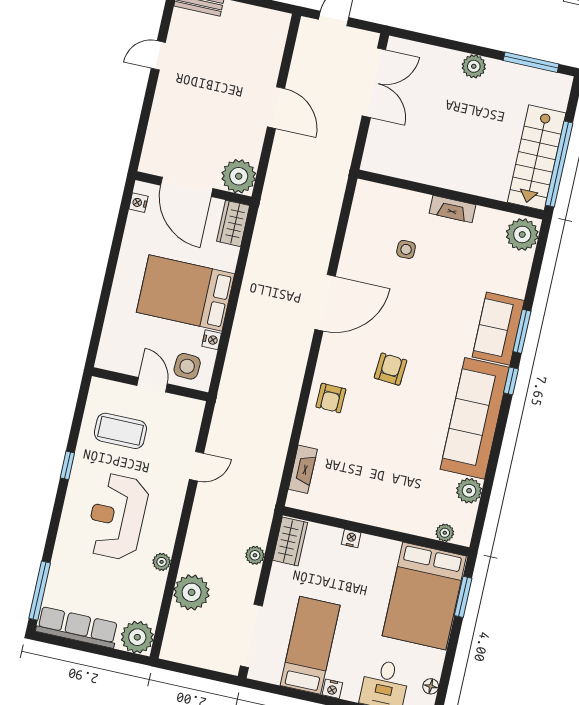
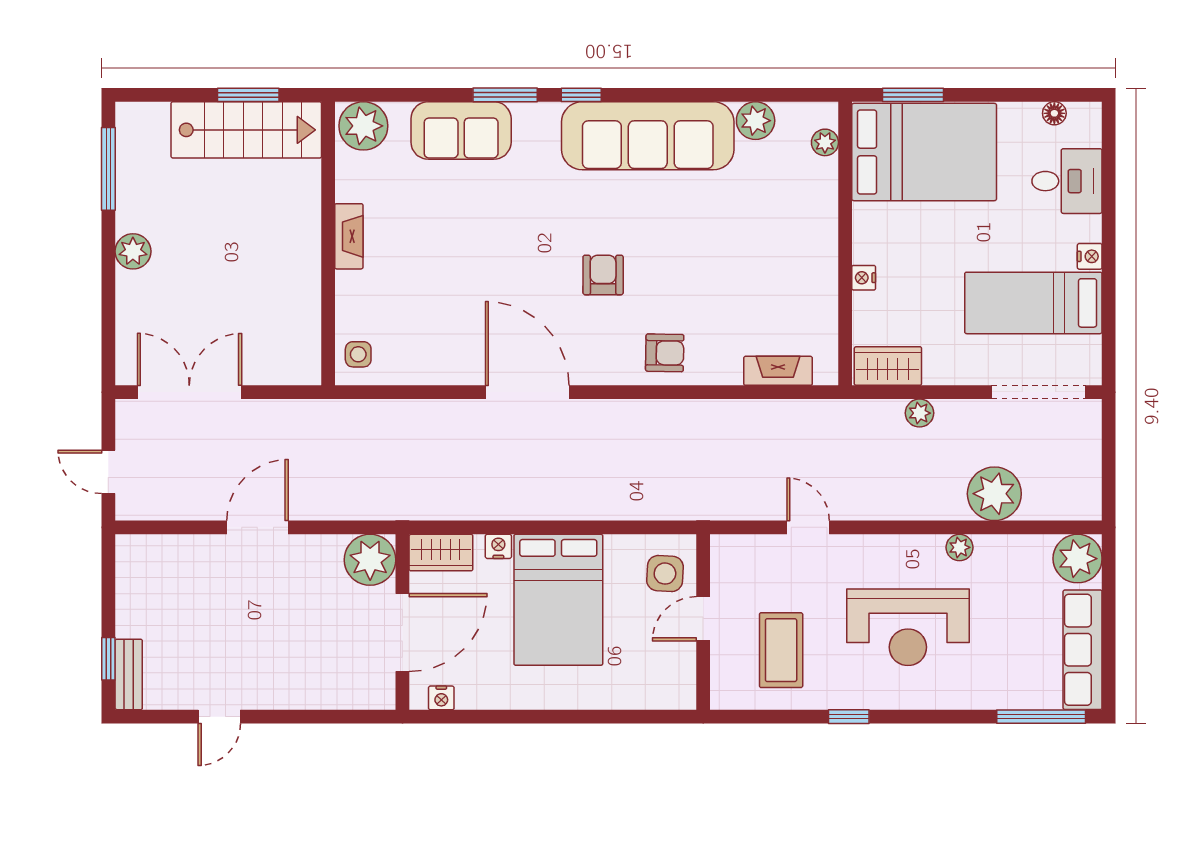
door: (158, 55) -> (219, 717), hinge flipped
window: (559, 164) -> (248, 95), width x0.47
side table: (406, 249) -> (358, 354), moved
sofa: (498, 329) -> (461, 130), moved
nightstand: (212, 340) -> (498, 546), moved
armchair: (391, 369) -> (603, 275), turned 86

